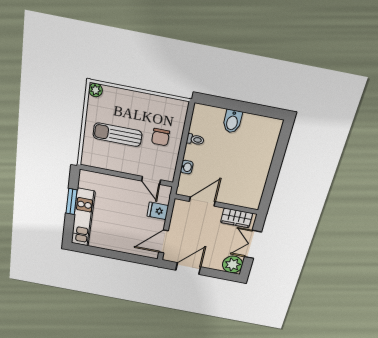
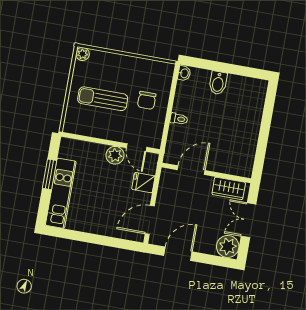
toilet: (195, 140) -> (179, 119), moved
washbasin: (187, 167) -> (184, 73), moved
plant: (131, 187) -> (115, 155), added

